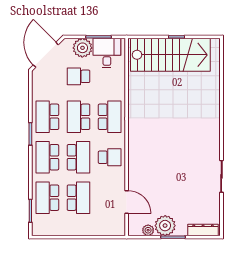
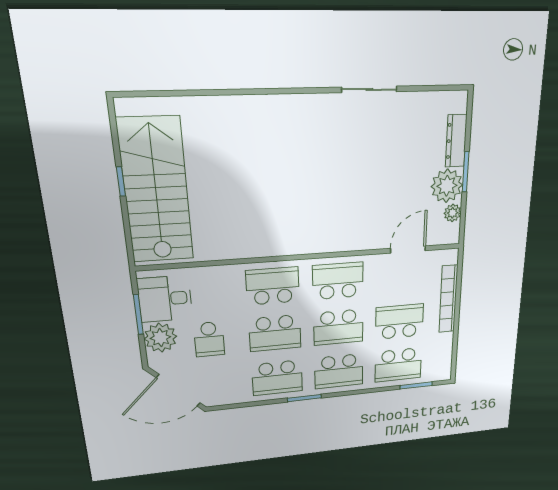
school desk: (78, 157) -> (338, 327), turned 180
school desk: (110, 157) -> (338, 281), width x1.85
dresser: (203, 230) -> (456, 141), moved
bookcase: (91, 231) -> (448, 299), added

